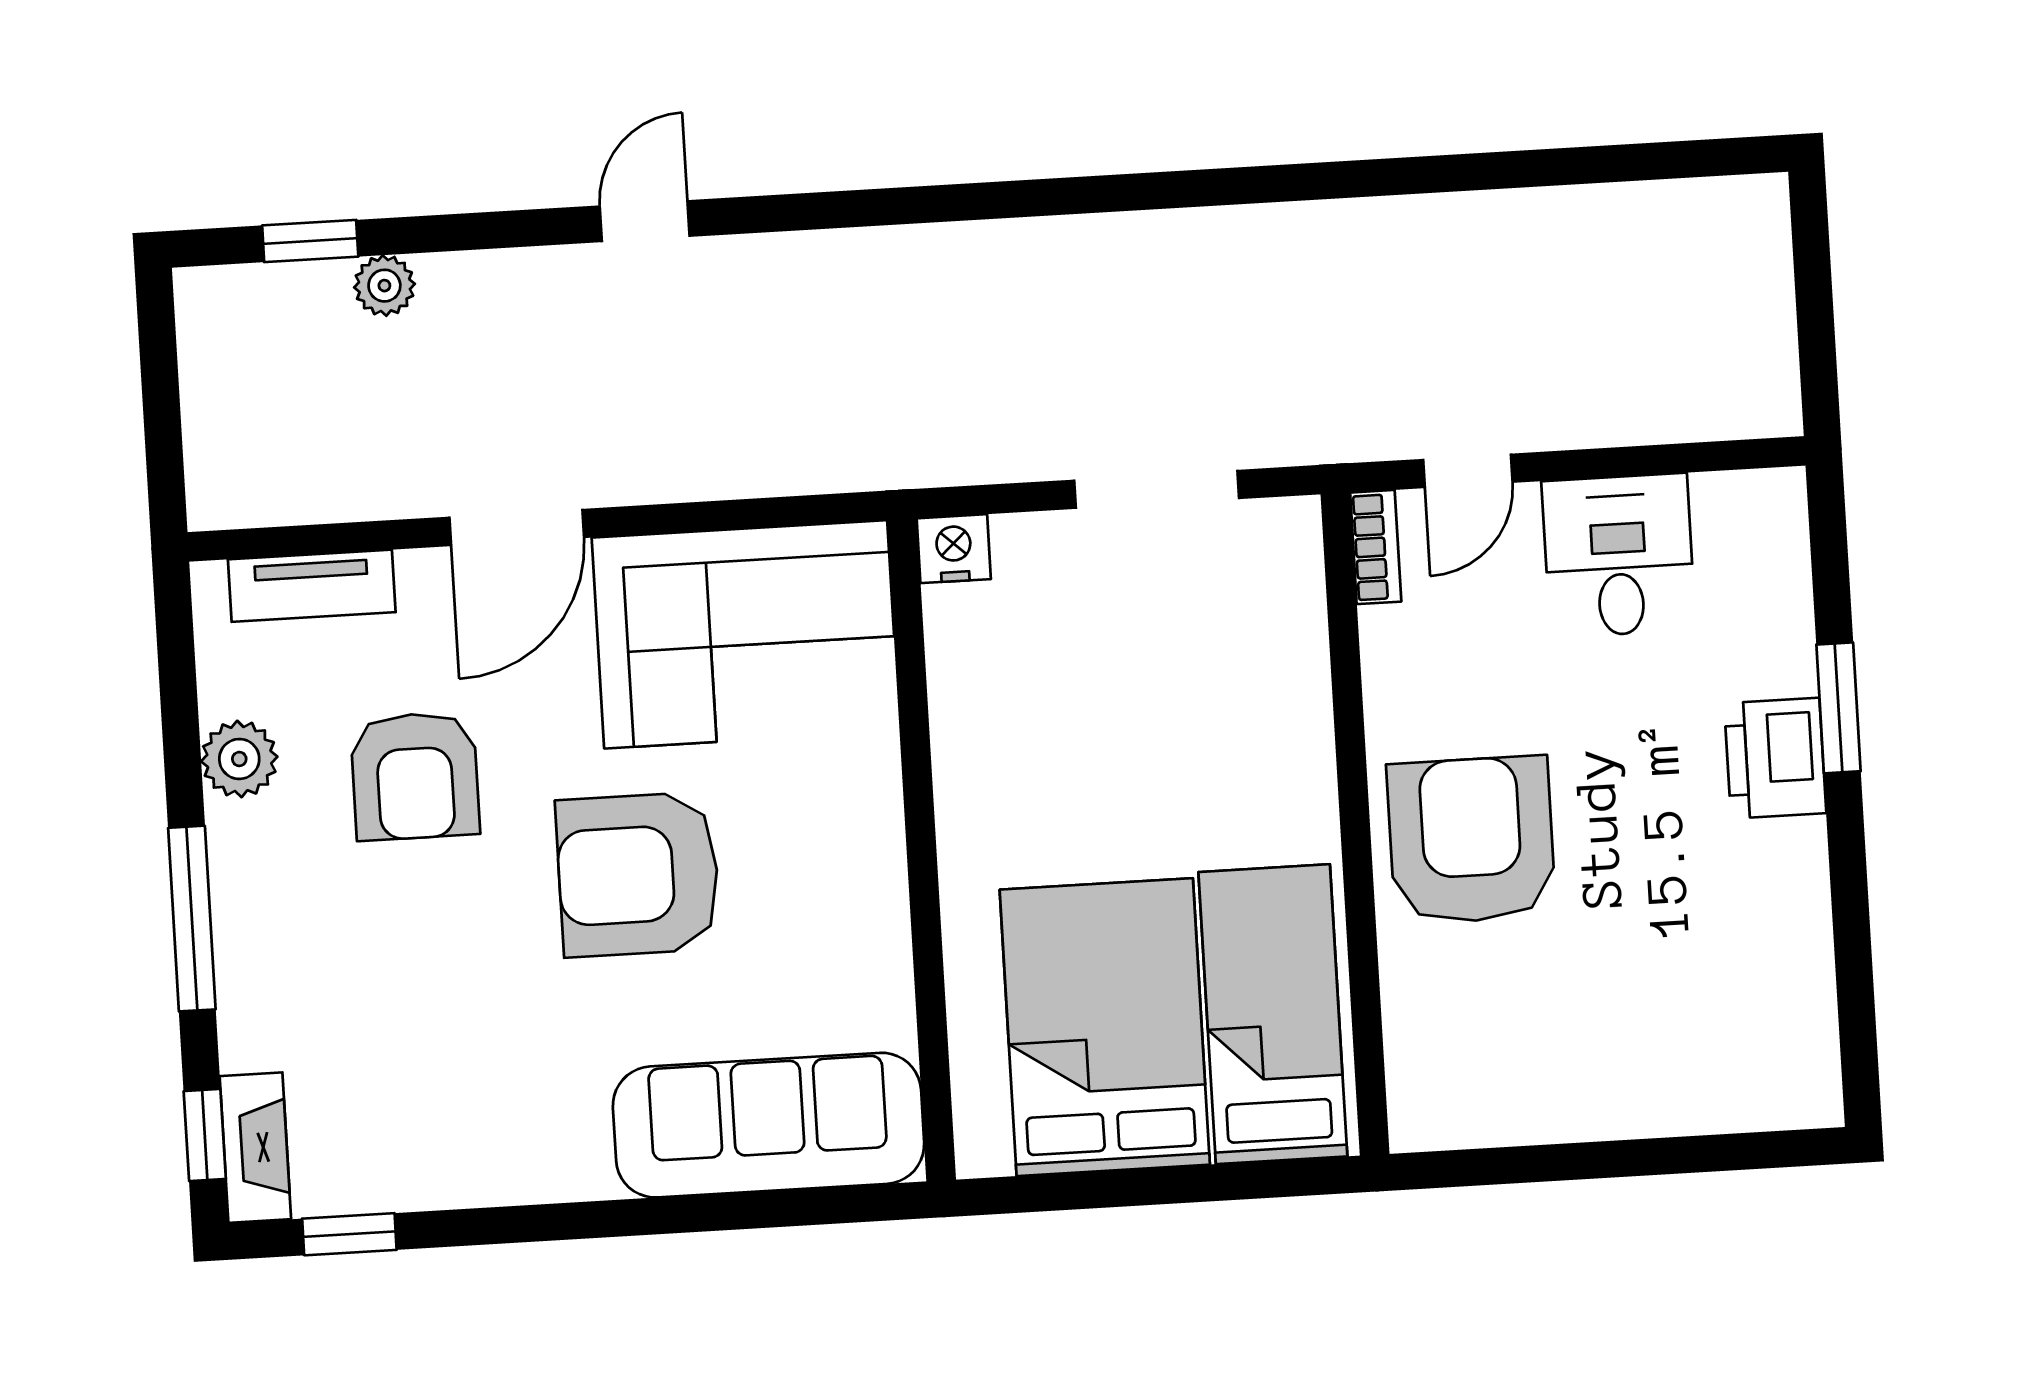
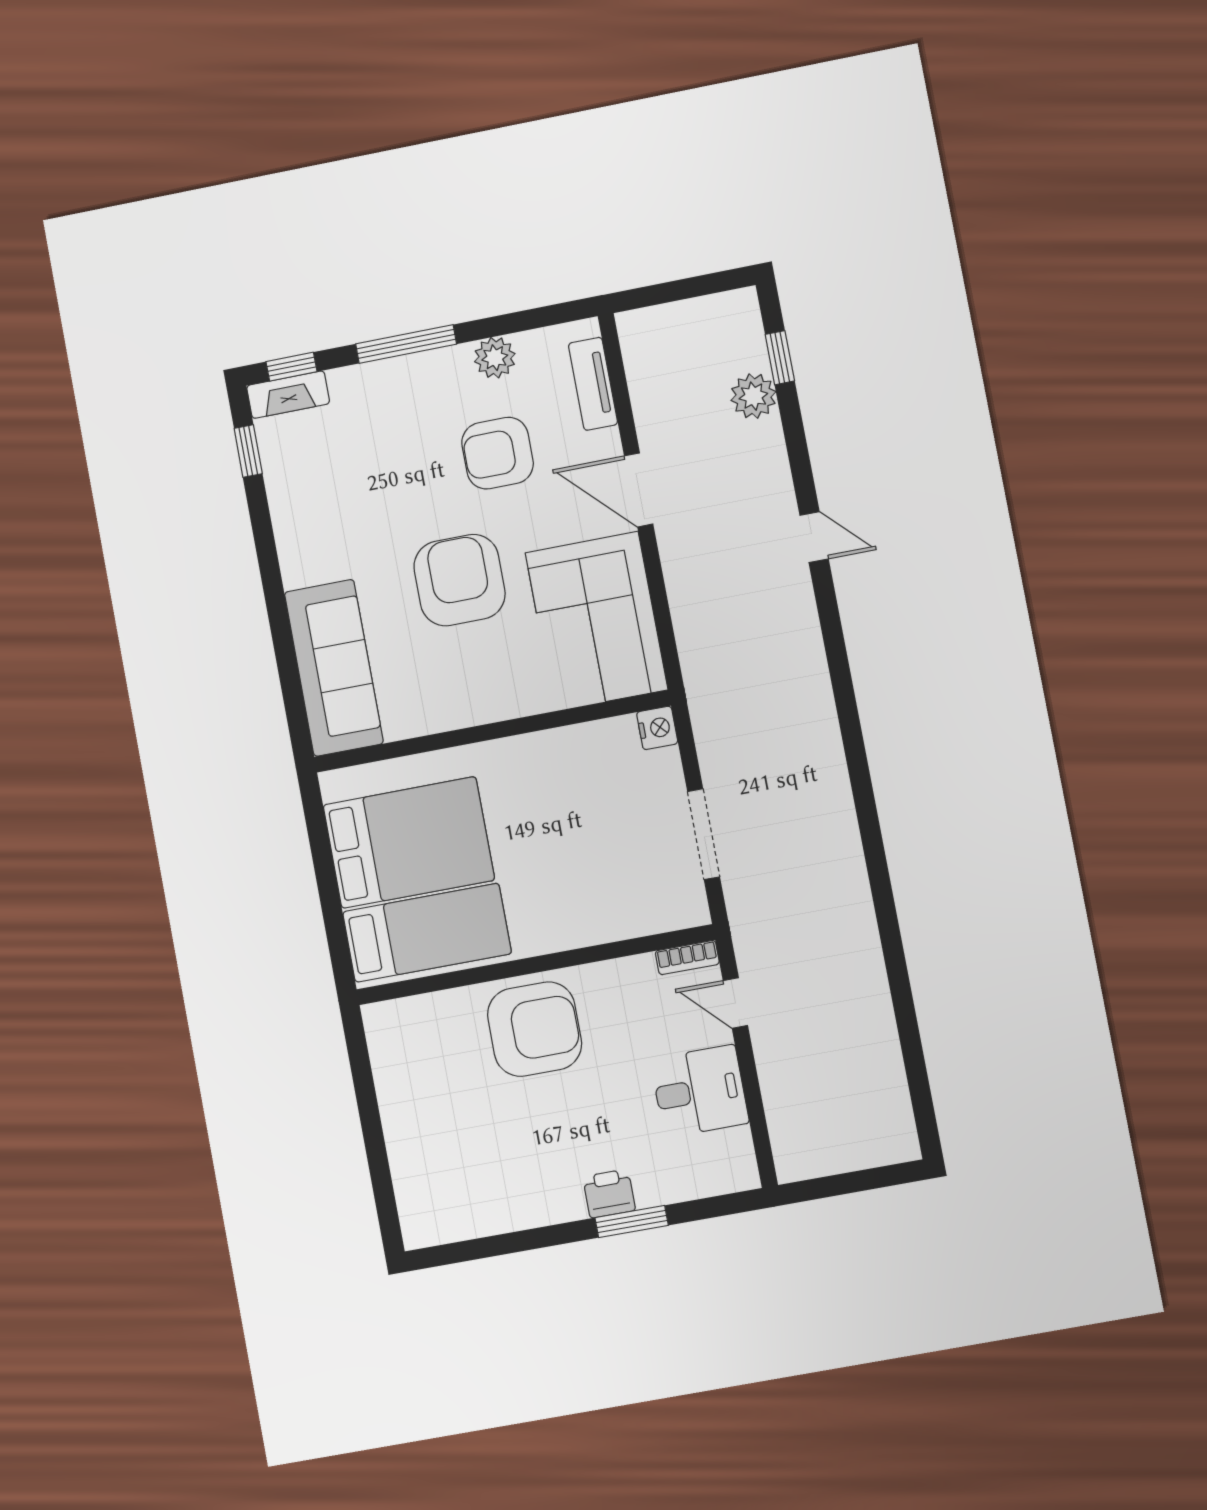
plant: (384, 286) -> (753, 396), width x1.38, depth x1.38
printer: (1775, 758) -> (609, 1193), width x0.73, depth x0.81

